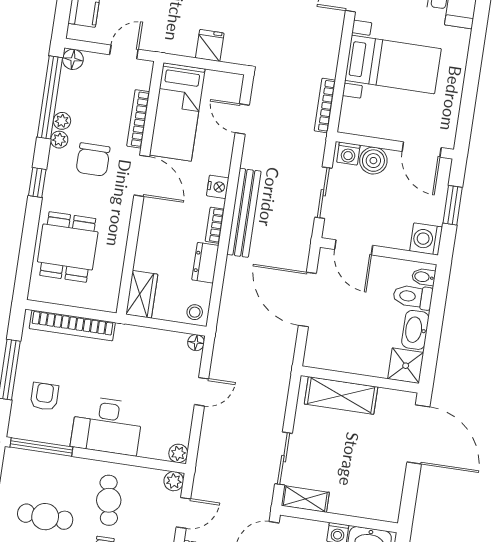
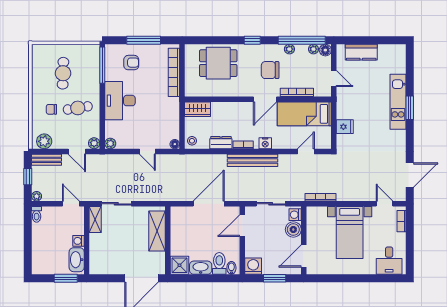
plant: (59, 140) -> (313, 49), moved

